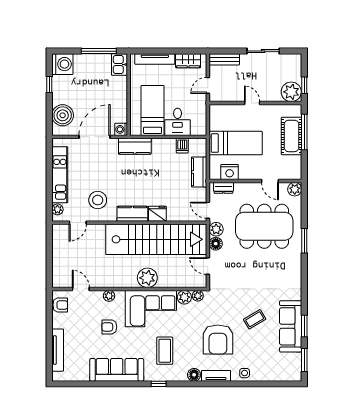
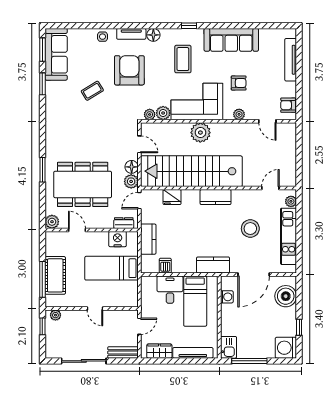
sliding door: (263, 51) -> (84, 361), width x1.37
plant: (291, 92) -> (55, 315), width x0.53, depth x0.53
washing machine: (121, 129) -> (227, 297), moved
stool: (98, 200) -> (250, 229), moved
door: (208, 210) -> (139, 201), swing flipped
fridge: (157, 214) -> (172, 197), moved
sofa: (291, 326) -> (56, 54), moved

